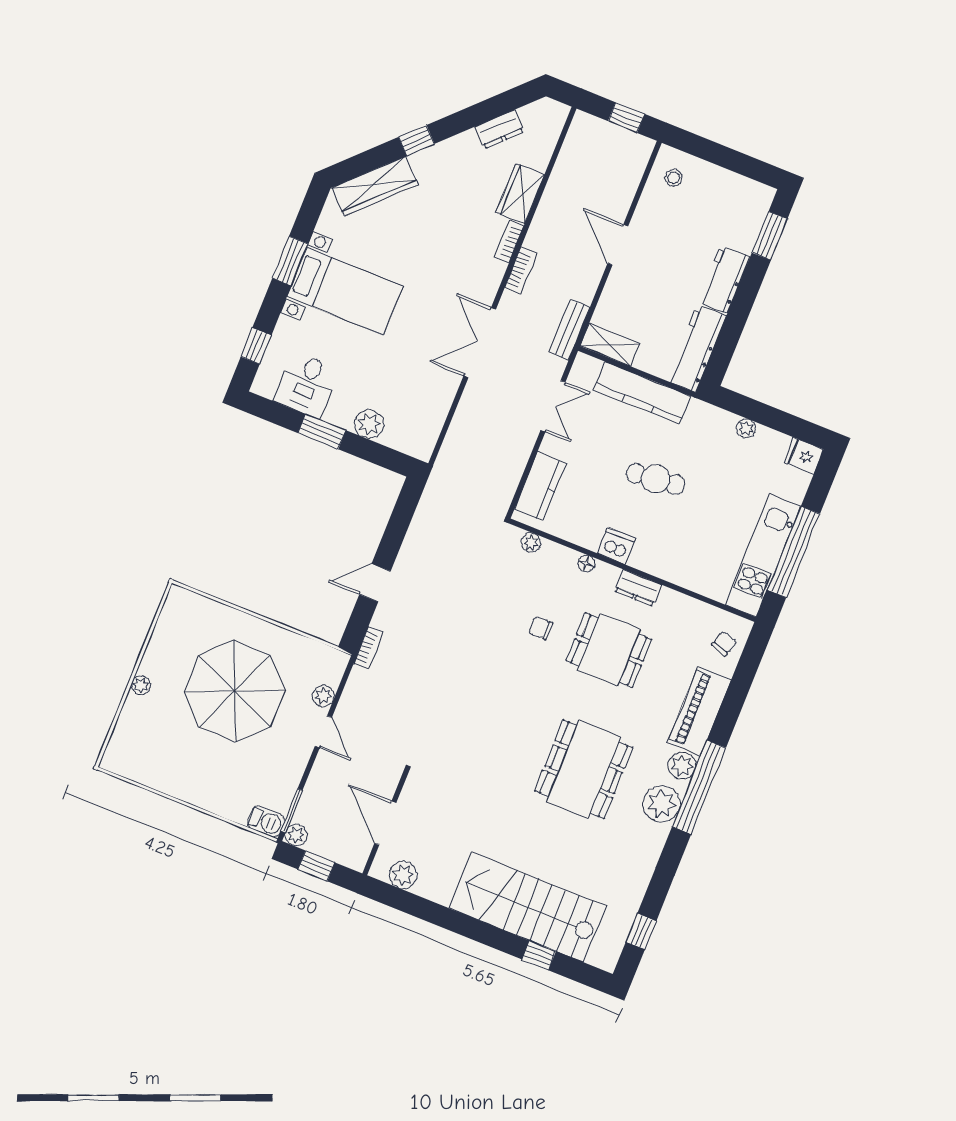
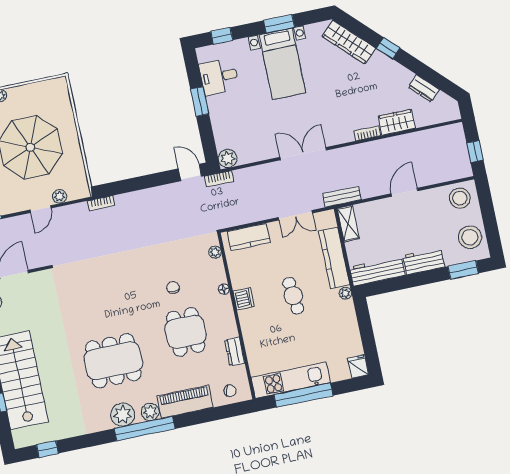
stool: (674, 178) -> (460, 198), width x1.89, depth x1.89
stool: (733, 199) -> (470, 237), added
bookcase: (521, 271) -> (219, 179), moved
plant: (369, 424) -> (228, 158), moved
plant: (746, 428) -> (345, 293), moved
door: (375, 583) -> (190, 173), moved
dresser: (638, 588) -> (235, 351), moved

